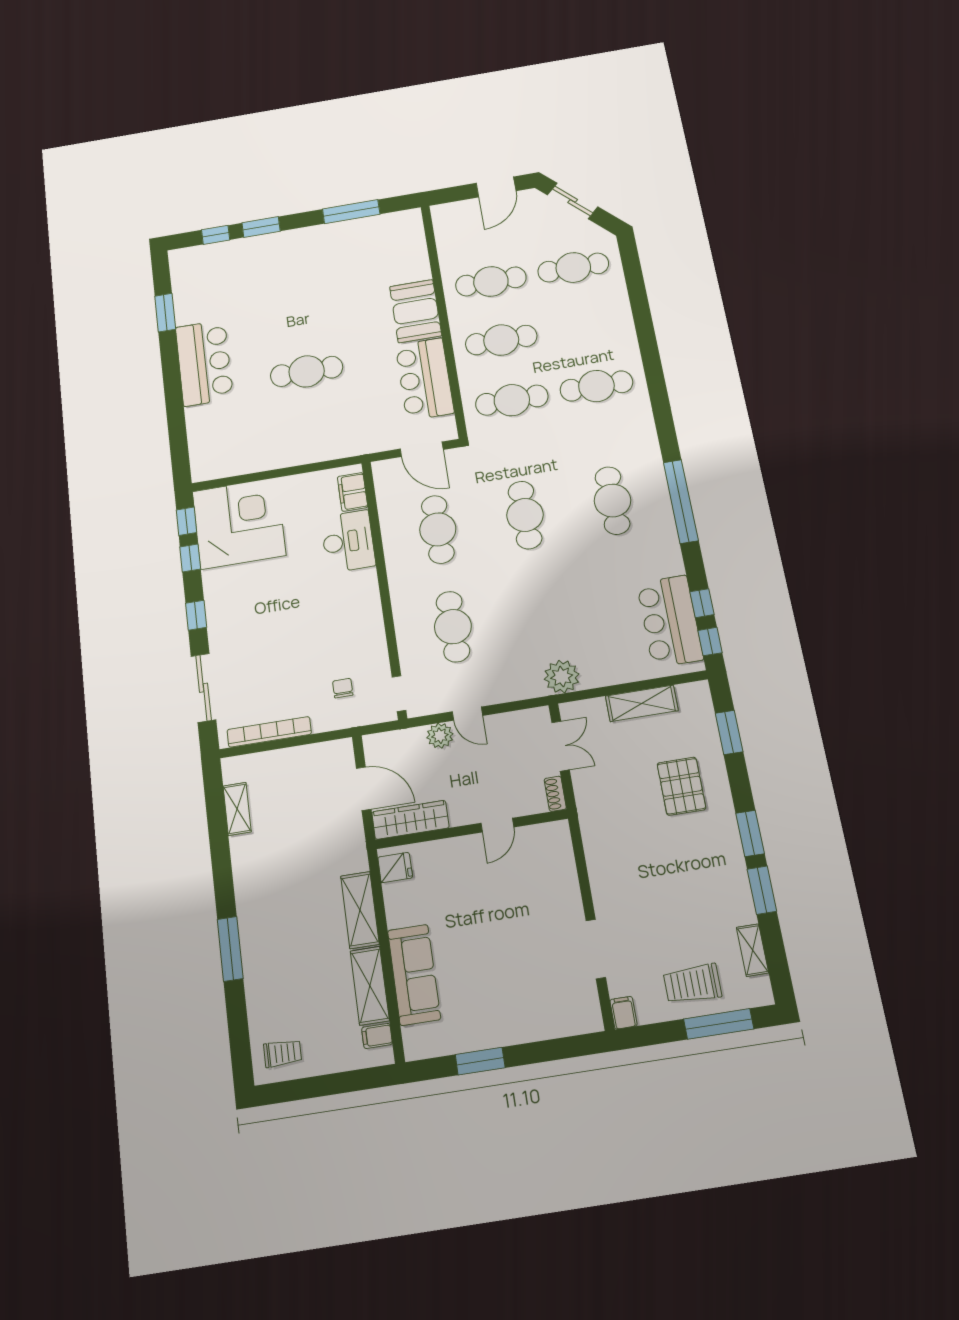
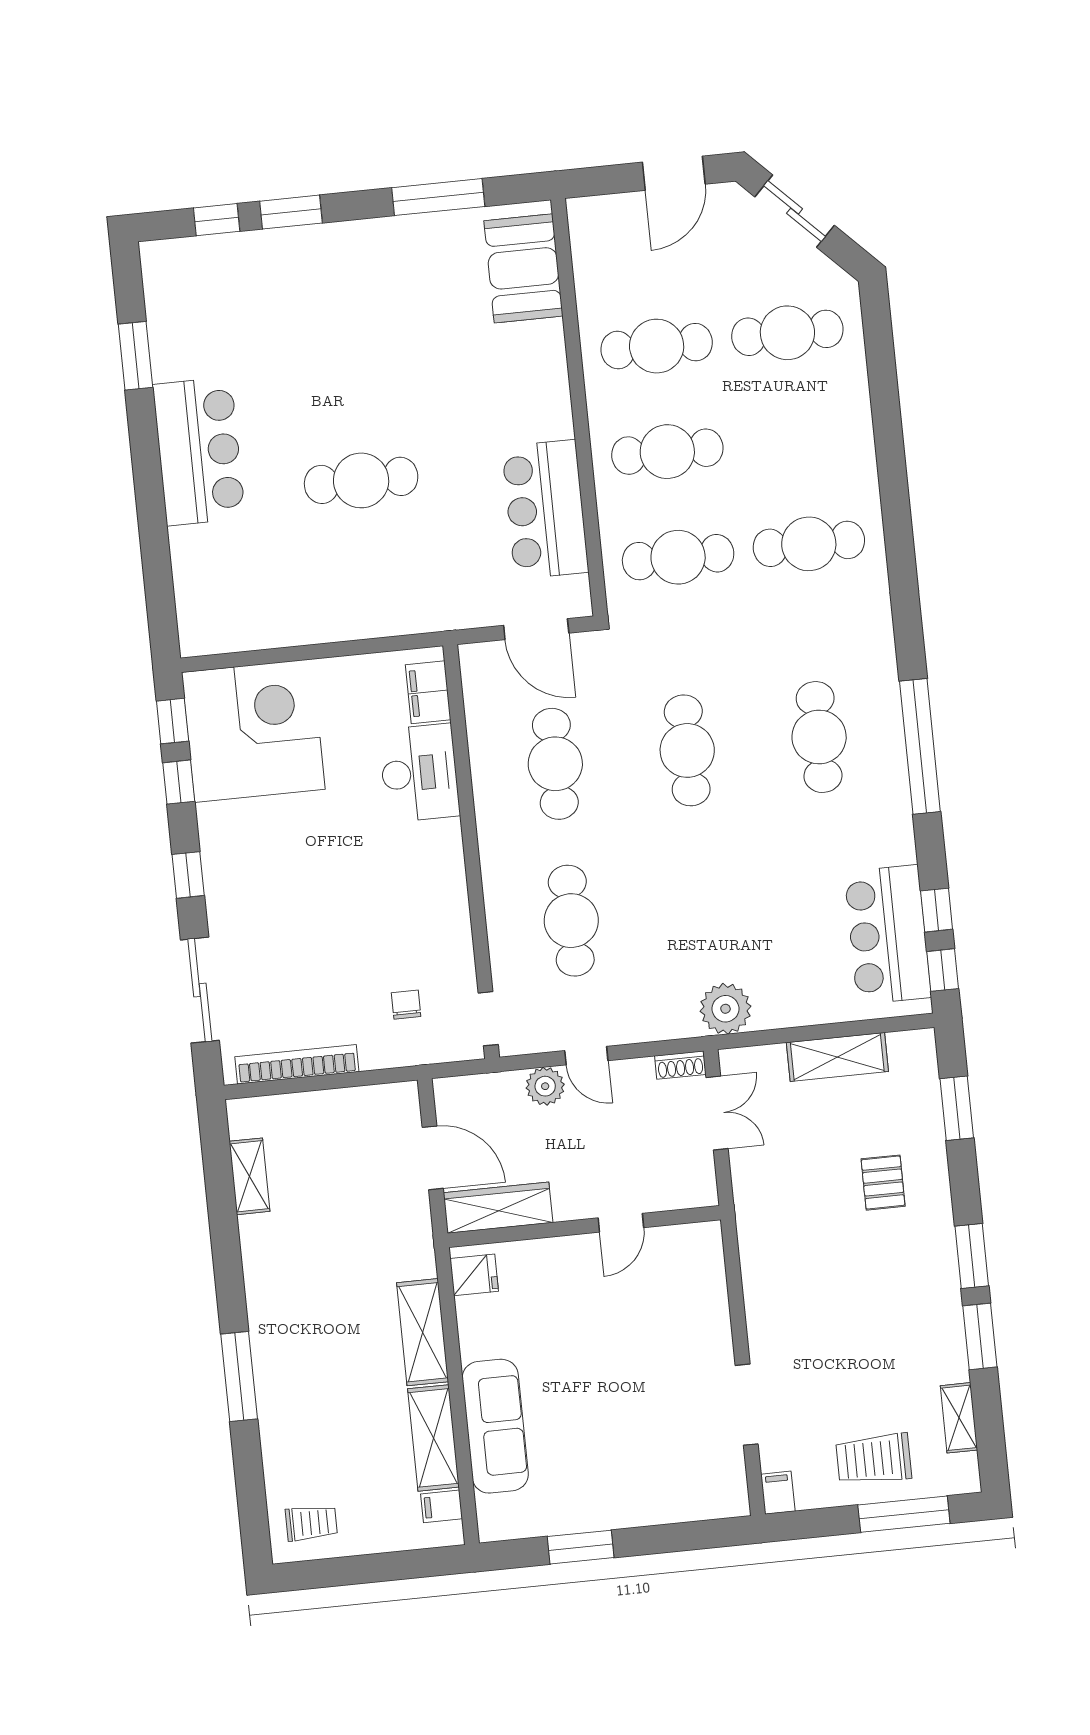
booth: (416, 311) -> (523, 268), moved
pallet: (681, 786) -> (883, 1183), width x0.67, depth x0.71
shoe rack: (555, 794) -> (680, 1065), moved, turned -90

